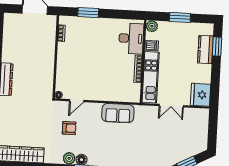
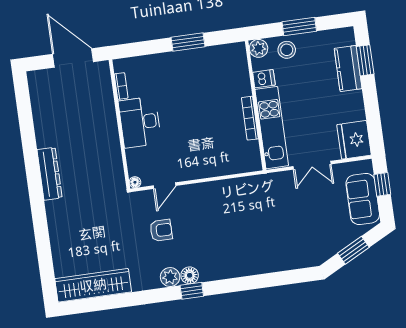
window: (88, 13) -> (188, 42), moved
stool: (169, 30) -> (287, 50), added
desk: (131, 38) -> (140, 122), moved, turned 180
sofa: (118, 113) -> (363, 199), moved, turned 90
window: (213, 126) -> (382, 184), added

